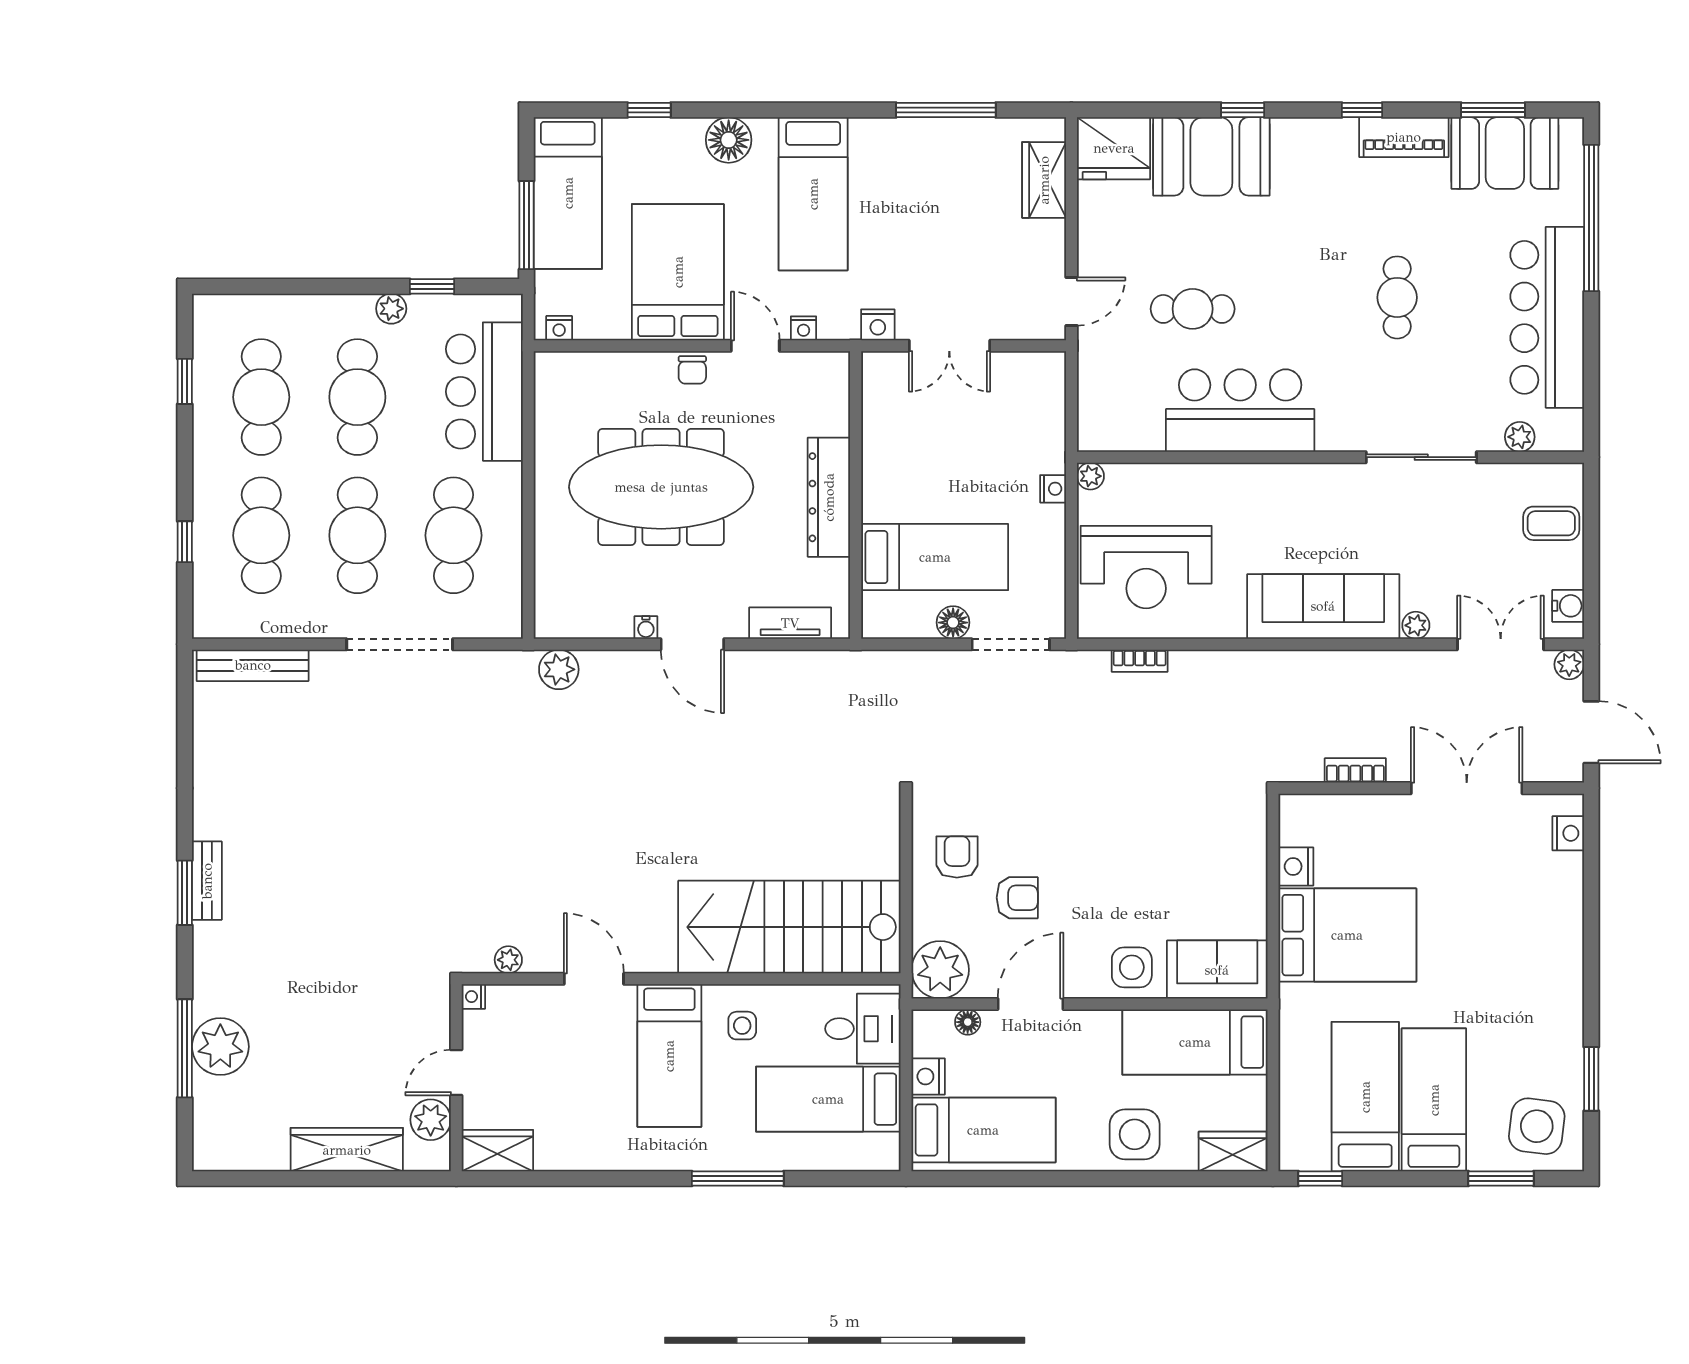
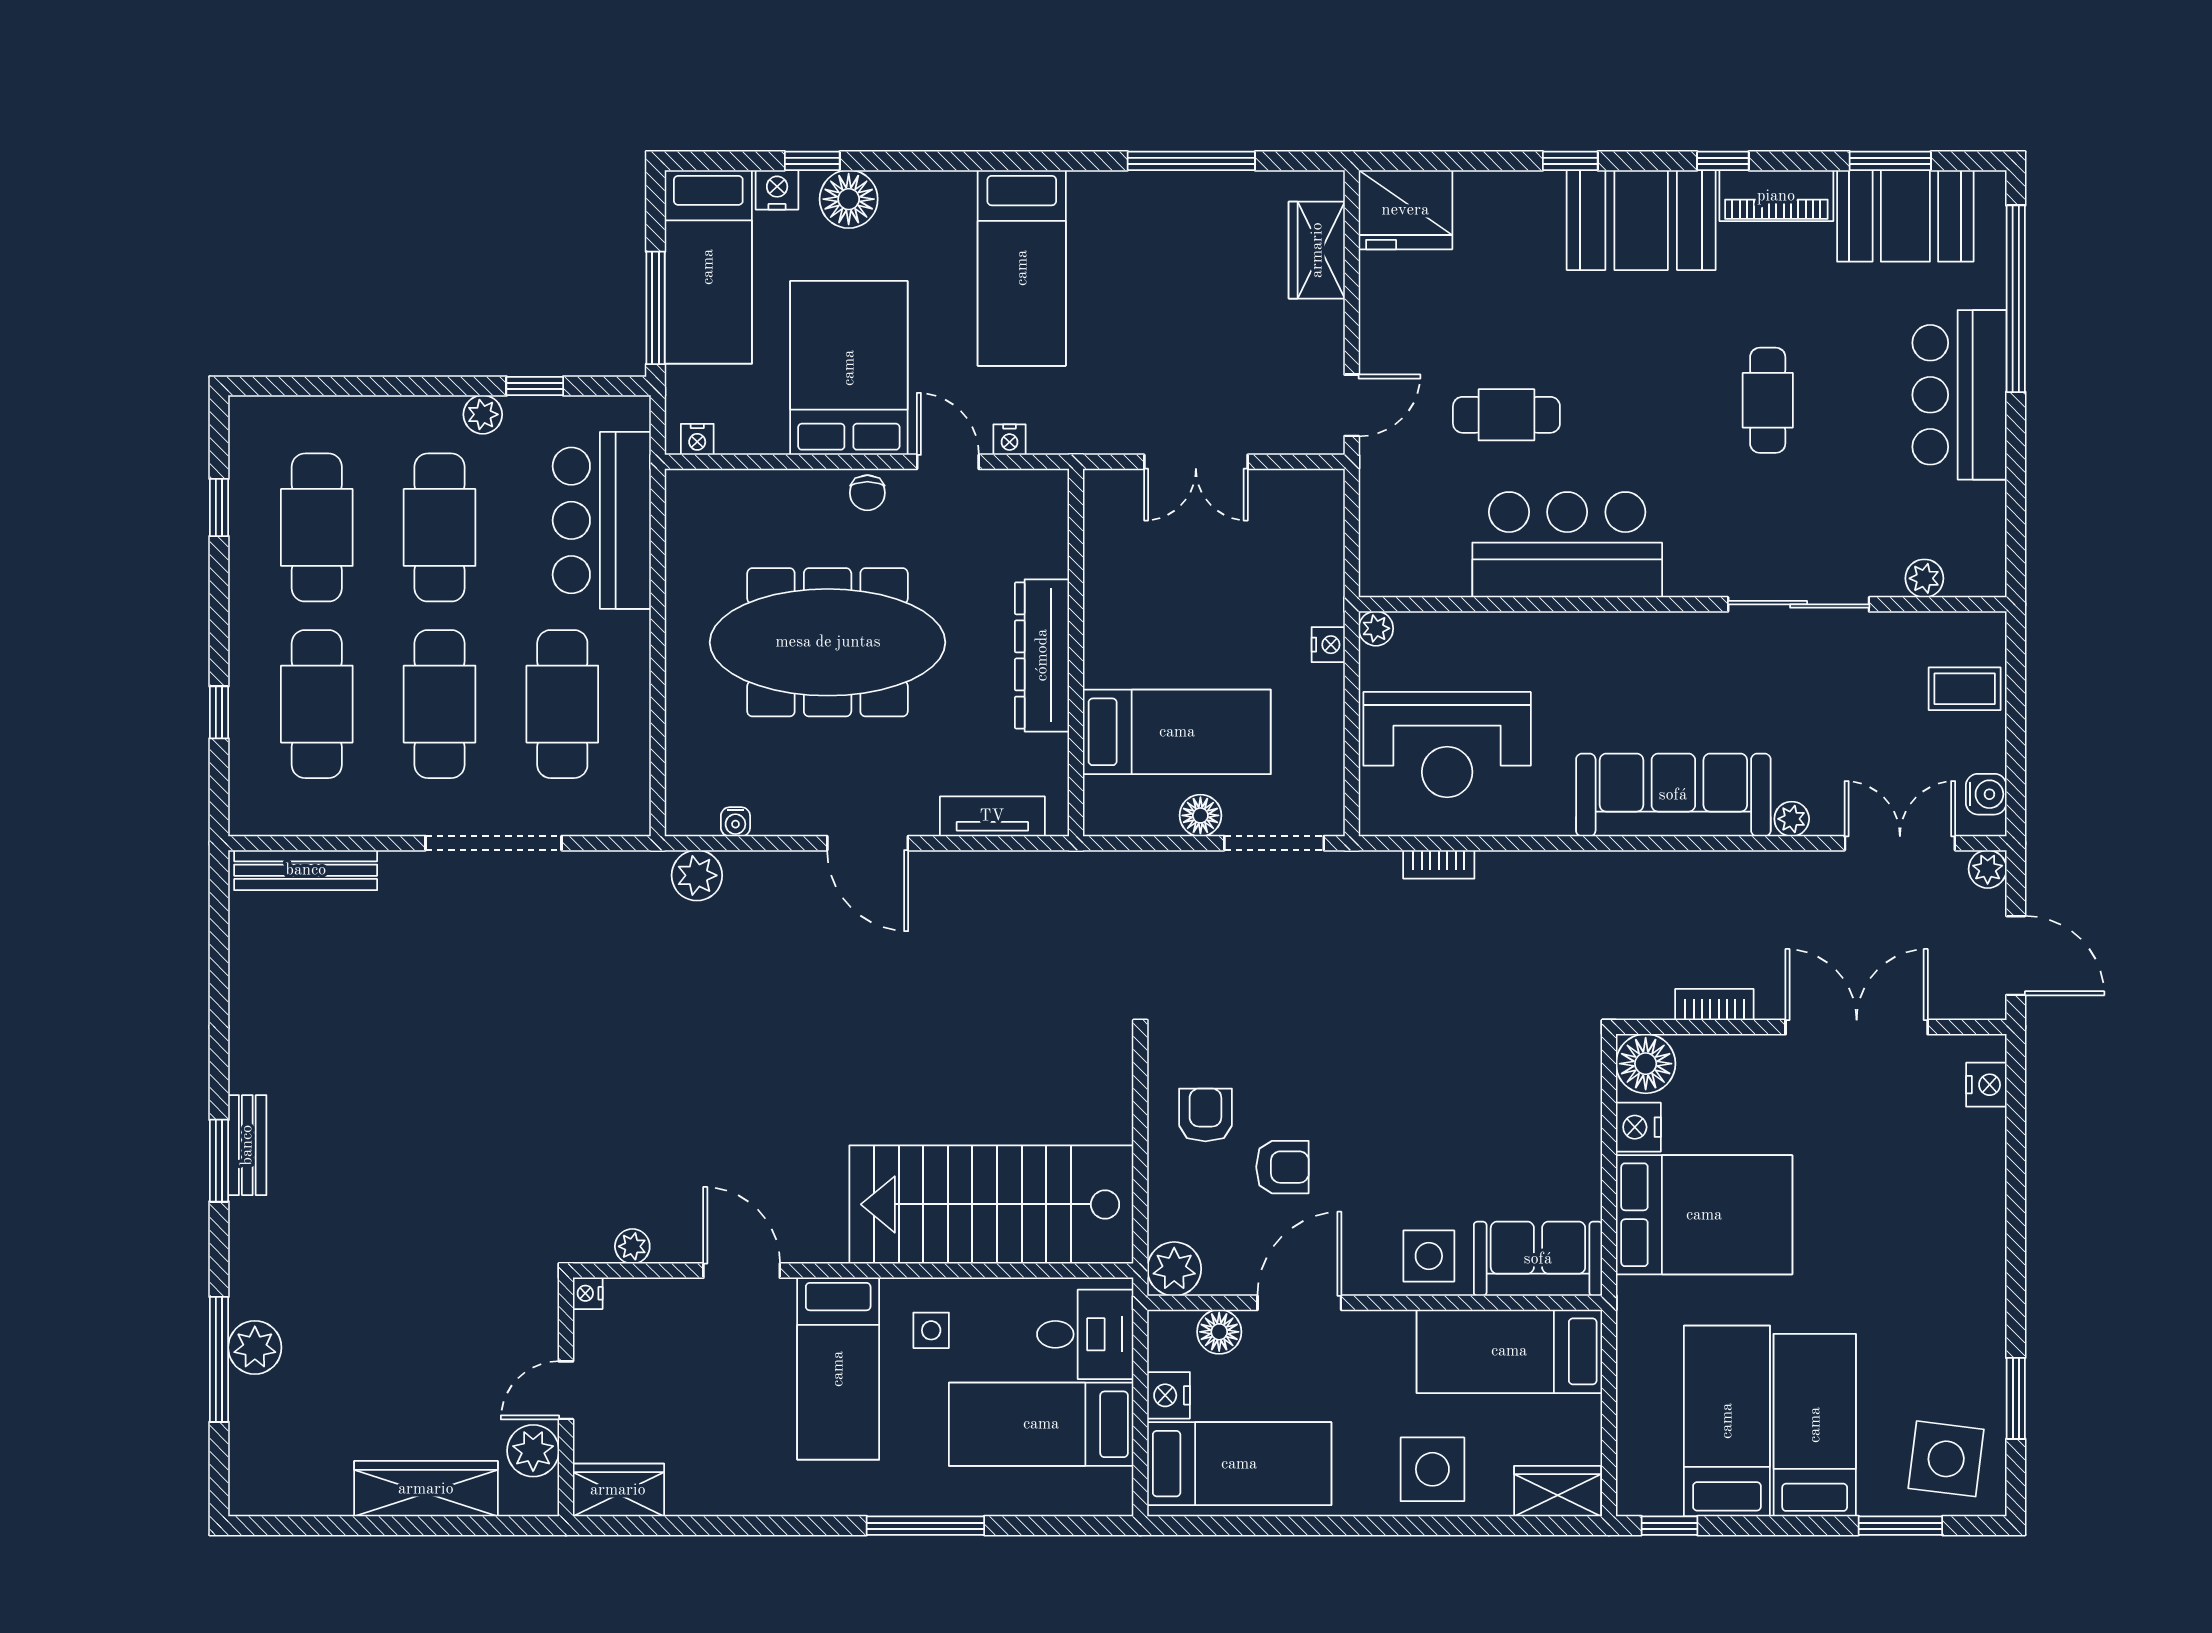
floor lamp: (729, 140) -> (849, 199), moved
booth: (1211, 156) -> (1641, 220), moved
bar counter: (1547, 317) -> (1959, 395), width x0.73
nightstand: (878, 325) -> (777, 190), moved, turned 180
water cooler: (646, 627) -> (735, 822), moved
floor lamp: (1302, 817) -> (1646, 1064), added
plant: (940, 970) -> (1174, 1269), width x0.73, depth x0.73
floor lamp: (968, 1022) -> (1219, 1332), width x1.37, depth x1.37
plant: (220, 1047) -> (255, 1347), width x0.73, depth x0.73

